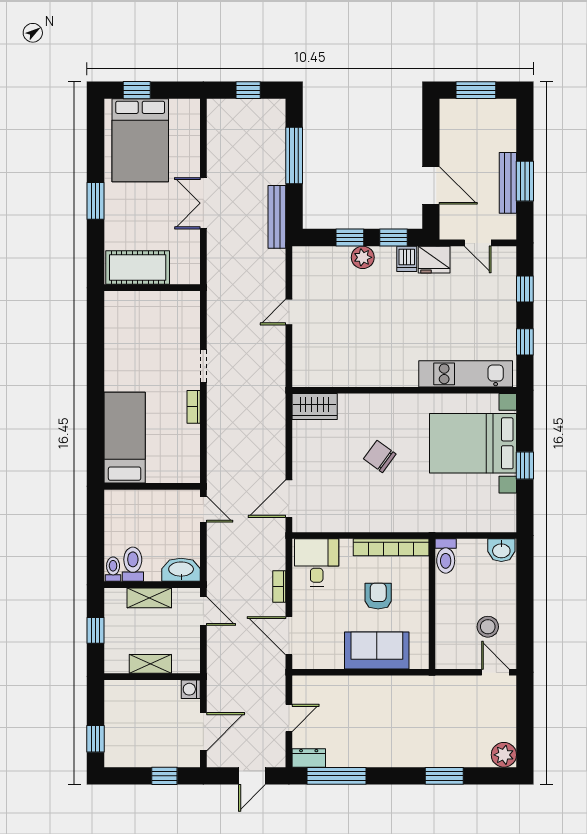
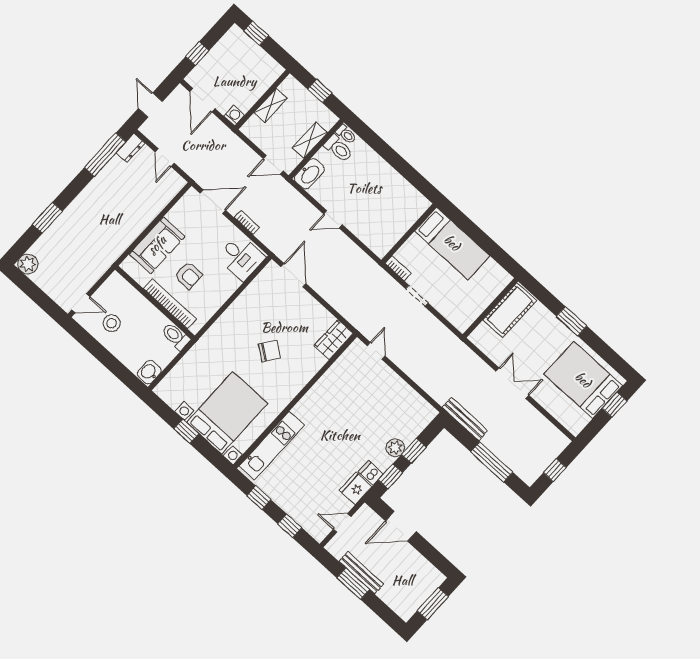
door: (289, 312) -> (376, 351), moved
bed: (125, 438) -> (452, 243), moved
wall: (152, 486) -> (409, 234), moved
bookcase: (391, 547) -> (170, 304), moved, turned 90

